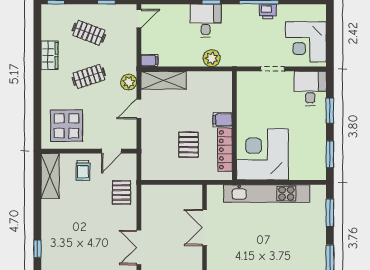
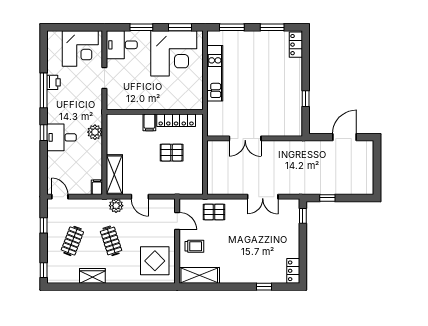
corner desk: (262, 154) -> (174, 53), moved, turned -90
kitchen unit: (267, 193) -> (215, 73), width x0.73

